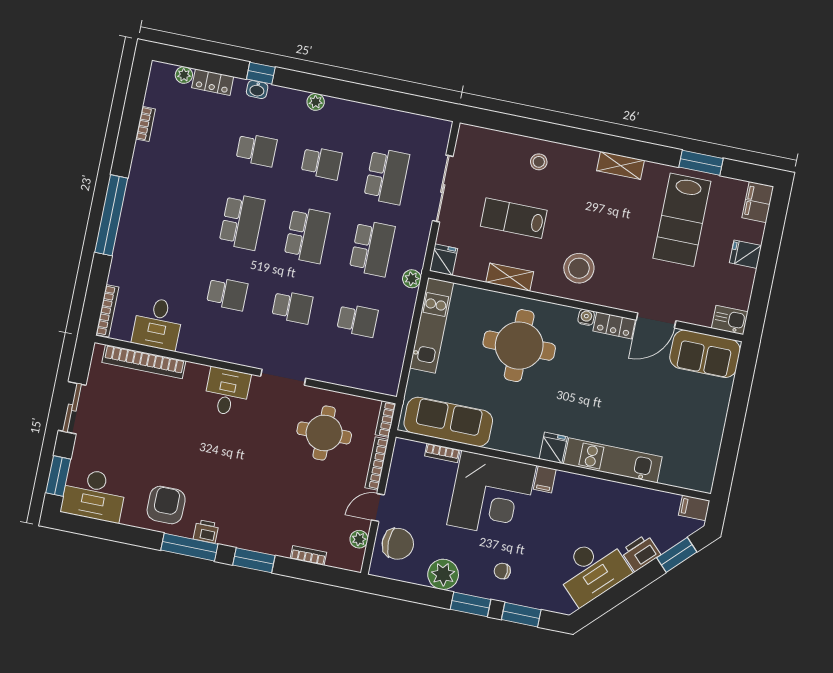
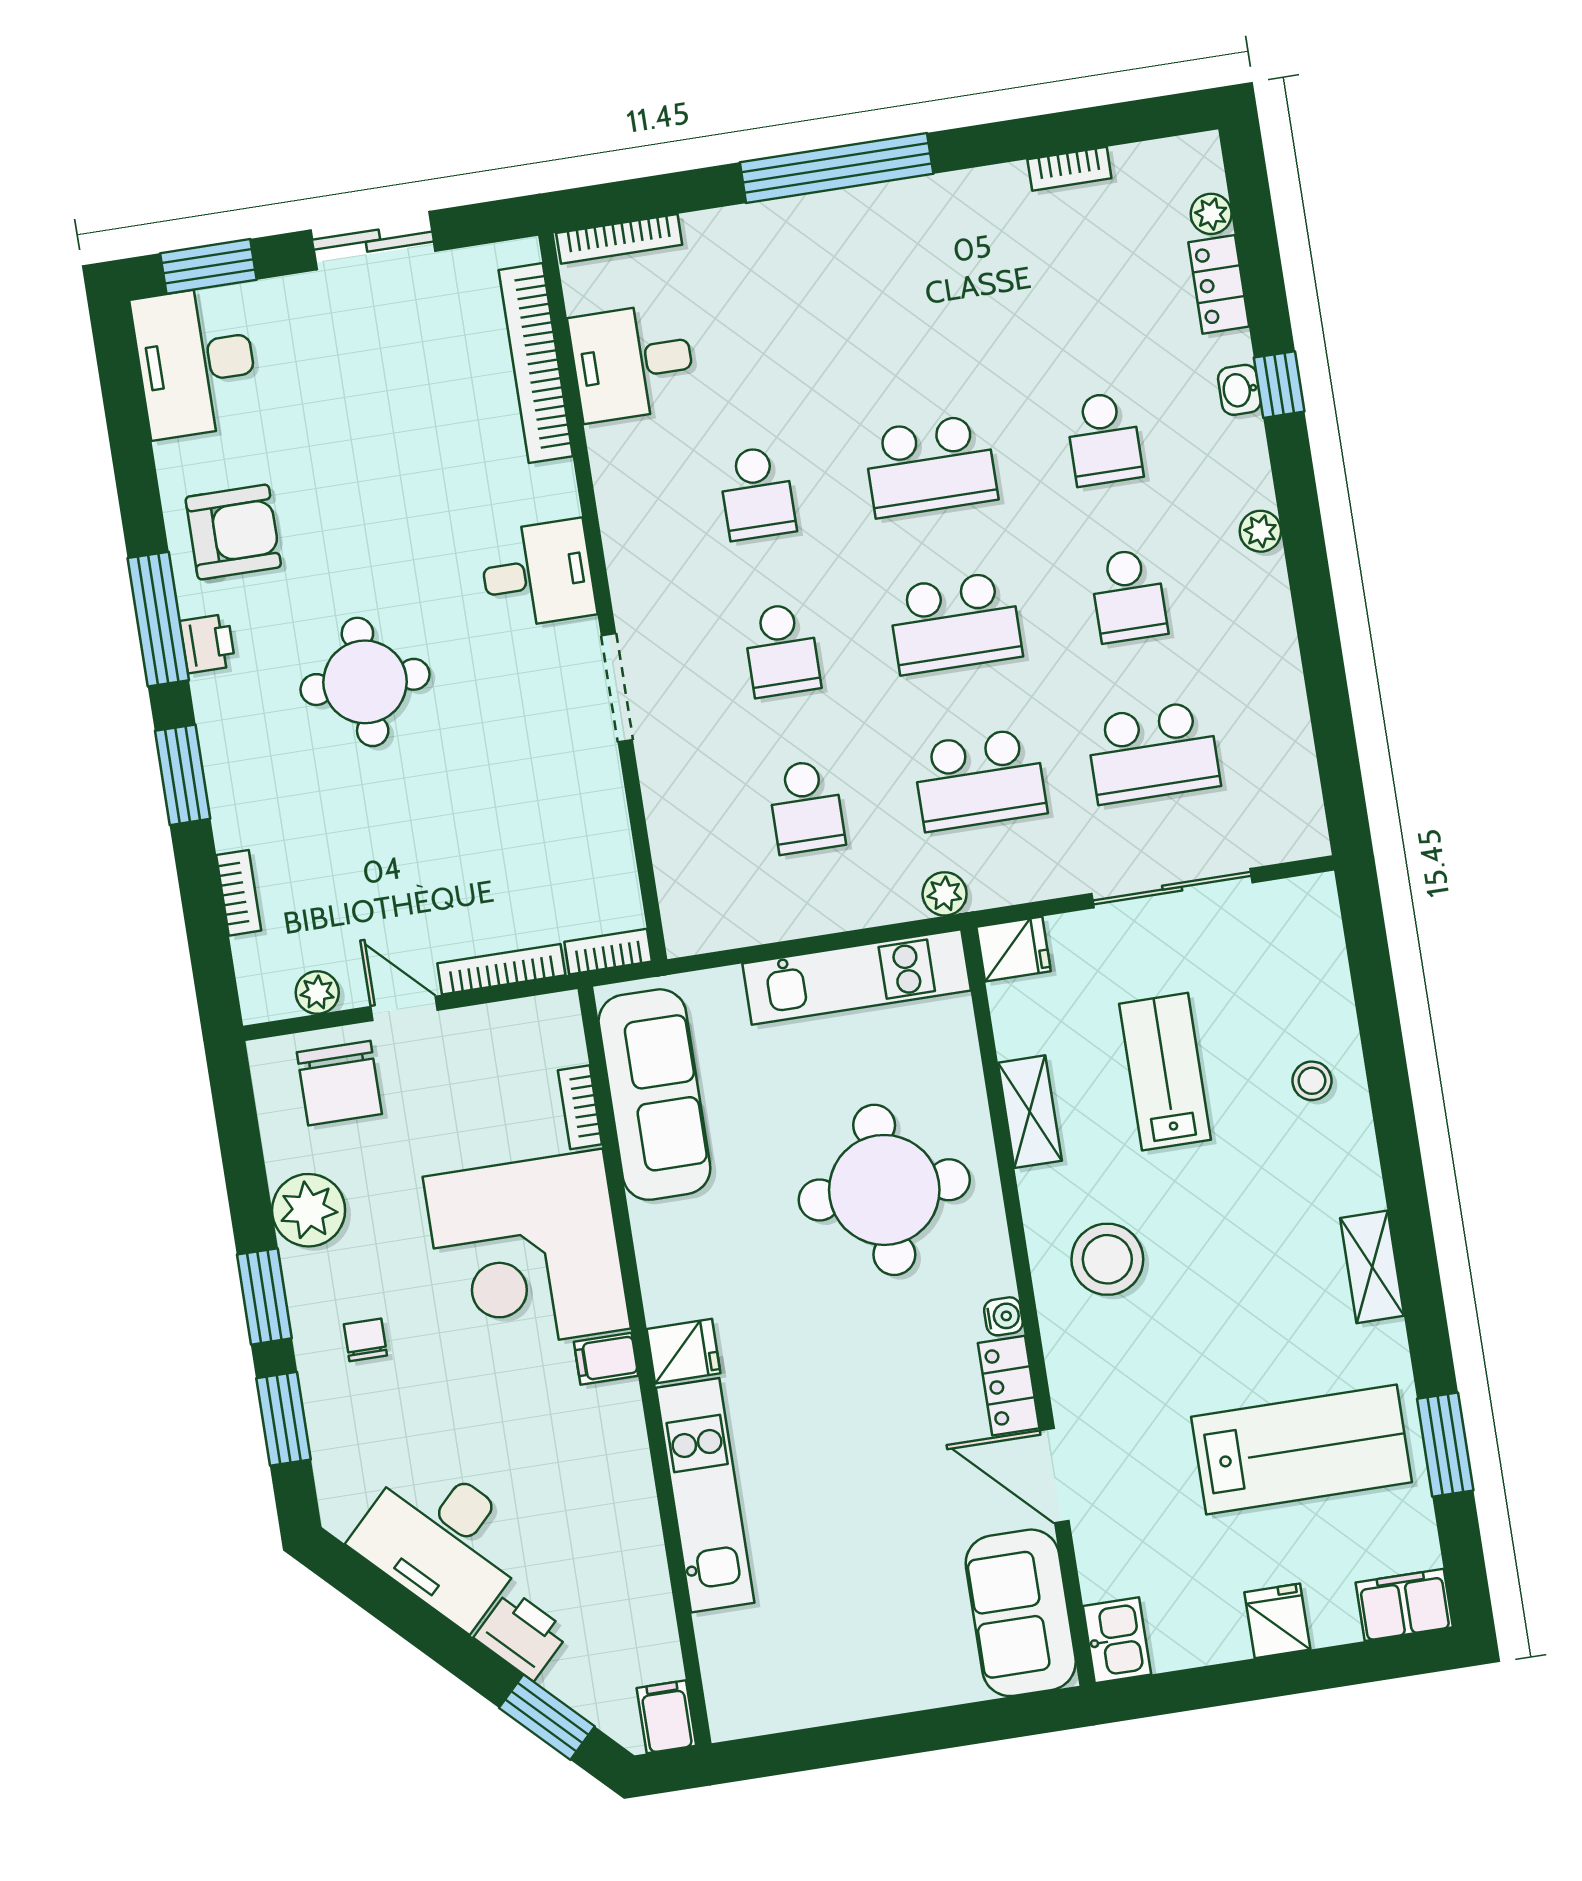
lab bench: (682, 220) -> (1302, 1450), turned 180
round table: (324, 433) -> (365, 682), moved

